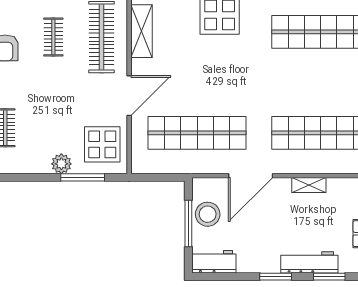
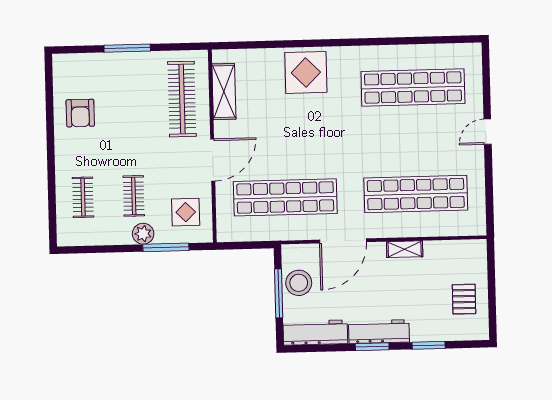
clothes rail: (53, 37) -> (134, 196), moved
display table: (102, 144) -> (186, 212), width x0.73, depth x0.73
workbench: (214, 262) -> (315, 333), width x1.38
workbench: (309, 262) -> (379, 332), moved

